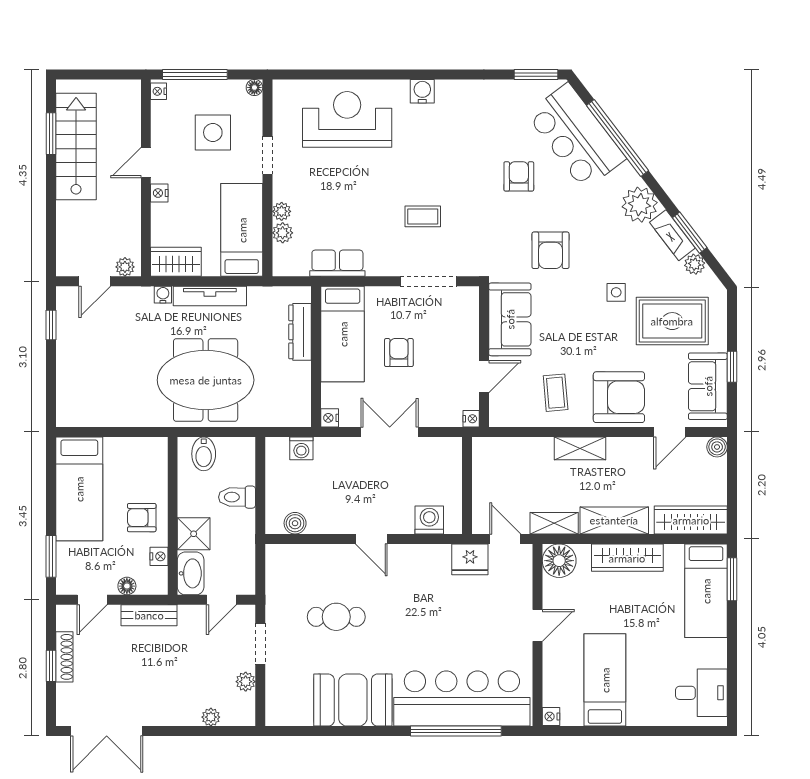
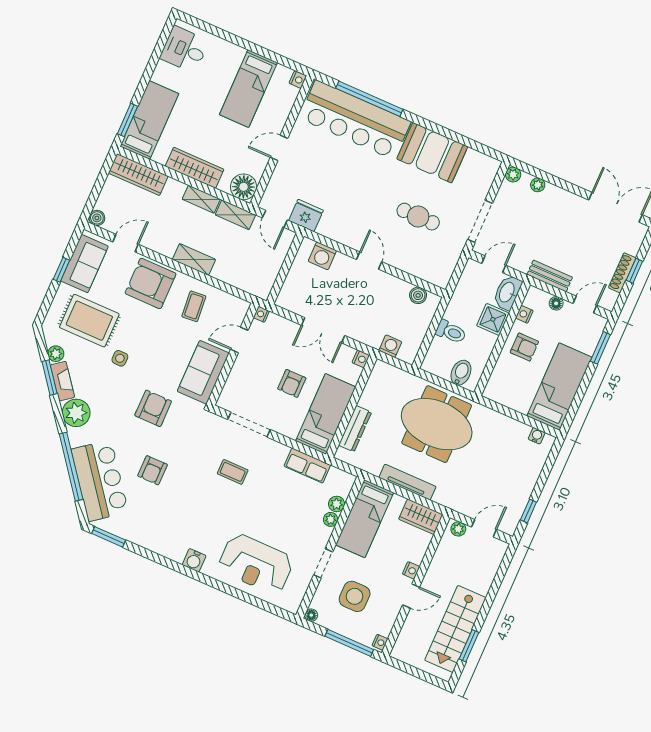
water cooler: (163, 295) -> (537, 436), moved, turned 180
shelving: (614, 520) -> (201, 199), width x0.67, depth x0.75
doorway: (260, 644) -> (480, 221), width x1.38
plant: (246, 682) -> (513, 175), moved

